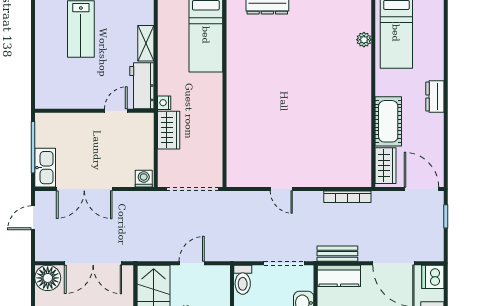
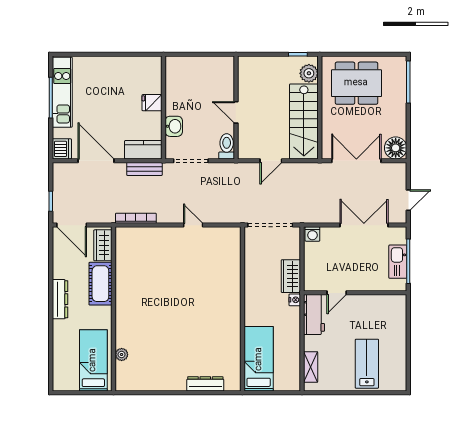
shelving: (146, 43) -> (311, 367), moved
dresser: (435, 96) -> (60, 299), width x1.44
kitchen sink: (45, 168) -> (398, 262), moved

